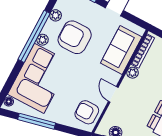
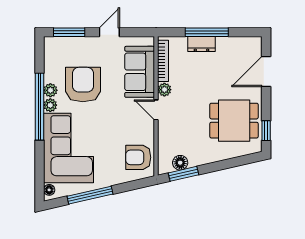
plant: (56, 15) -> (50, 90), moved
armchair: (75, 37) -> (83, 85), turned 90
door: (113, 94) -> (156, 110), moved

